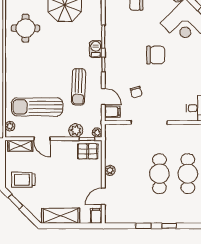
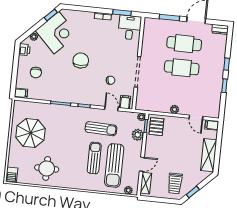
barbecue: (96, 49) -> (70, 111), removed
sun lounger: (43, 83) -> (94, 158), added
door: (103, 97) -> (111, 109), hinge flipped

